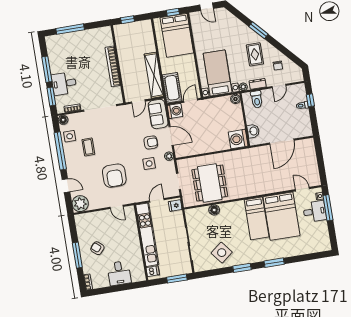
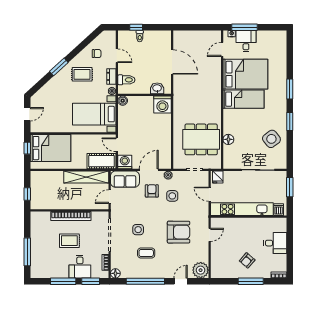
rug: (88, 69) -> (69, 241), added
door: (138, 102) -> (110, 197), swing flipped
side table: (70, 136) -> (138, 230), moved

